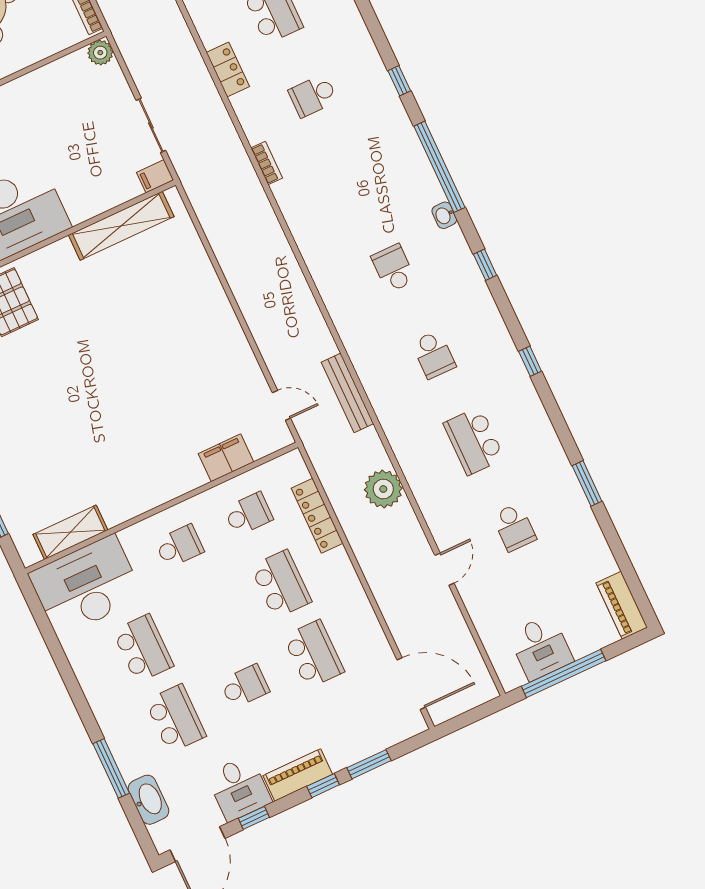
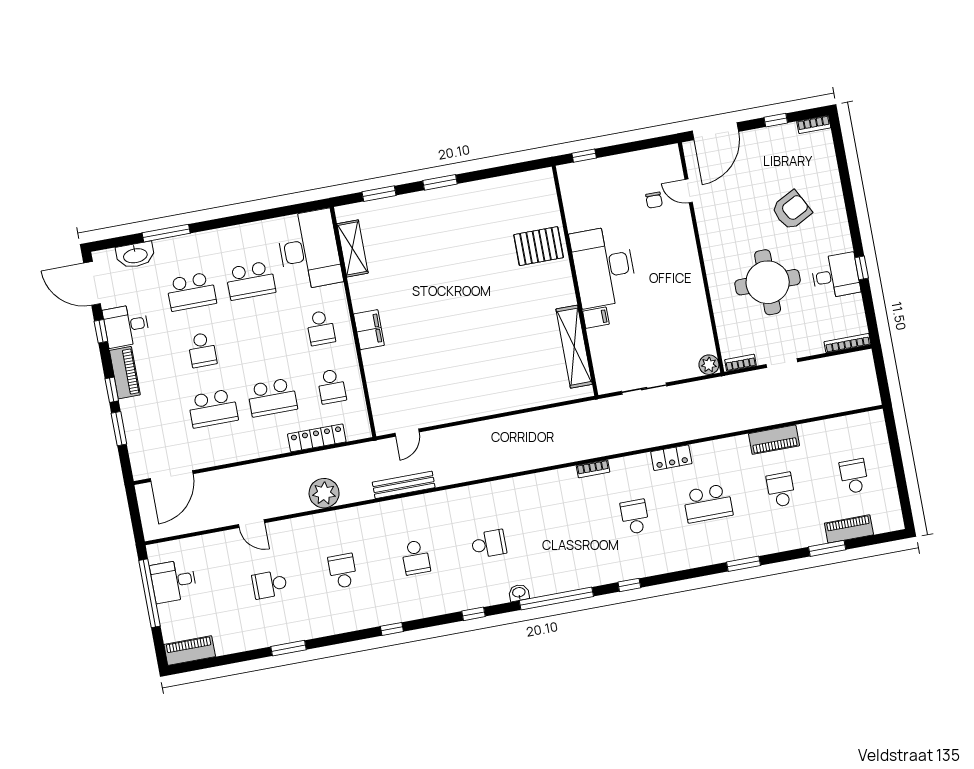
filing cabinet: (155, 176) -> (596, 318), moved, turned 90
school desk: (434, 355) -> (416, 557), turned -90
school desk: (474, 441) -> (343, 571), width x0.54
filing cabinet: (226, 458) -> (369, 330), moved

